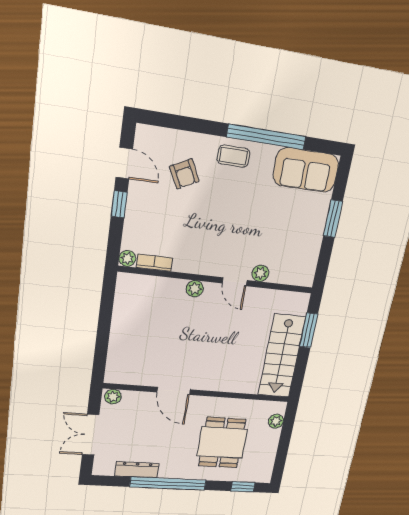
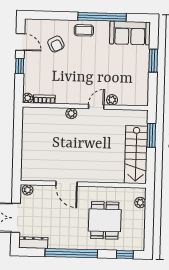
door: (235, 282) -> (96, 107), swing flipped
dresser: (137, 470) -> (33, 243), moved

